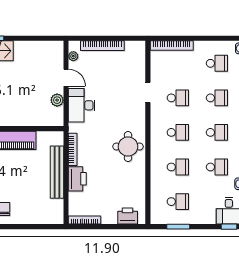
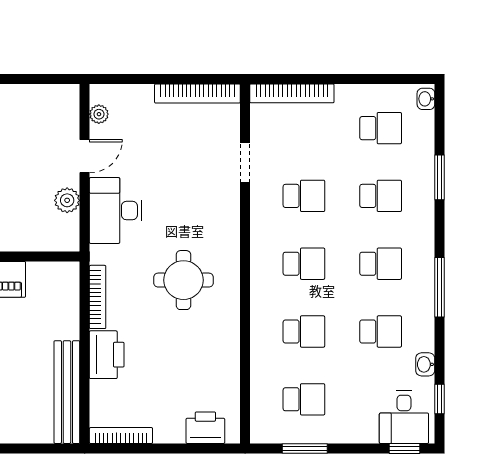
bookcase: (102, 46) -> (197, 94), moved
door: (66, 78) -> (85, 156), hinge flipped
doorway: (148, 93) -> (245, 163), moved
round table: (128, 147) -> (183, 280), moved
bench: (57, 172) -> (67, 392), moved

